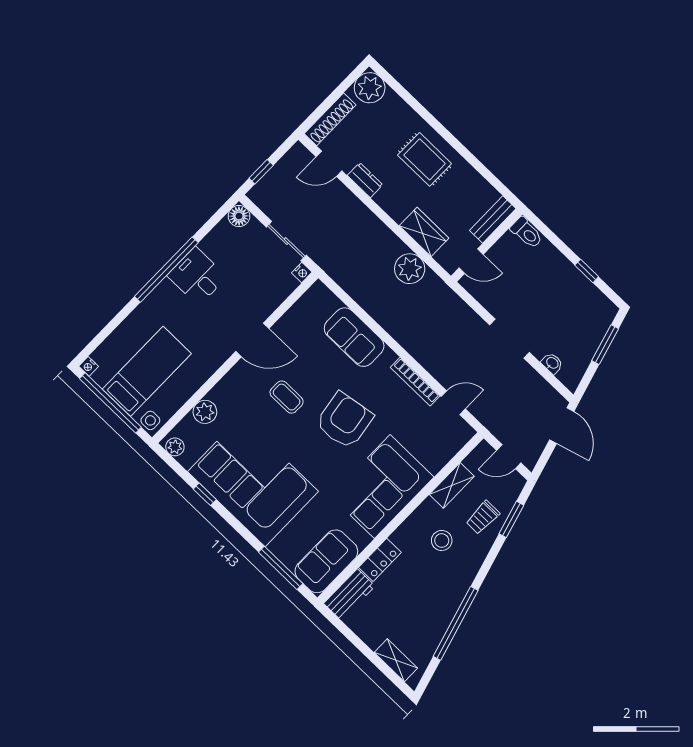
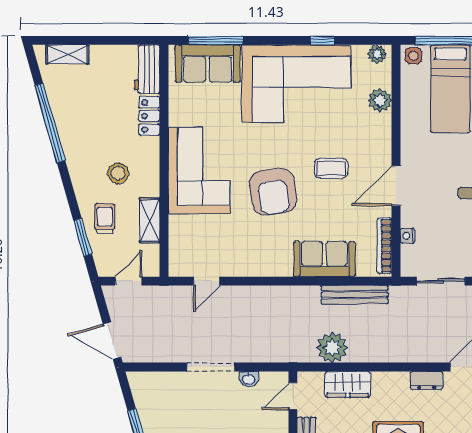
nightstand: (302, 273) -> (408, 236), moved
bench: (357, 291) -> (355, 295), added
washbasin: (552, 363) -> (249, 379), moved
bookcase: (415, 382) -> (385, 246), moved, turned -90
sofa: (326, 561) -> (208, 64), moved, turned 90

